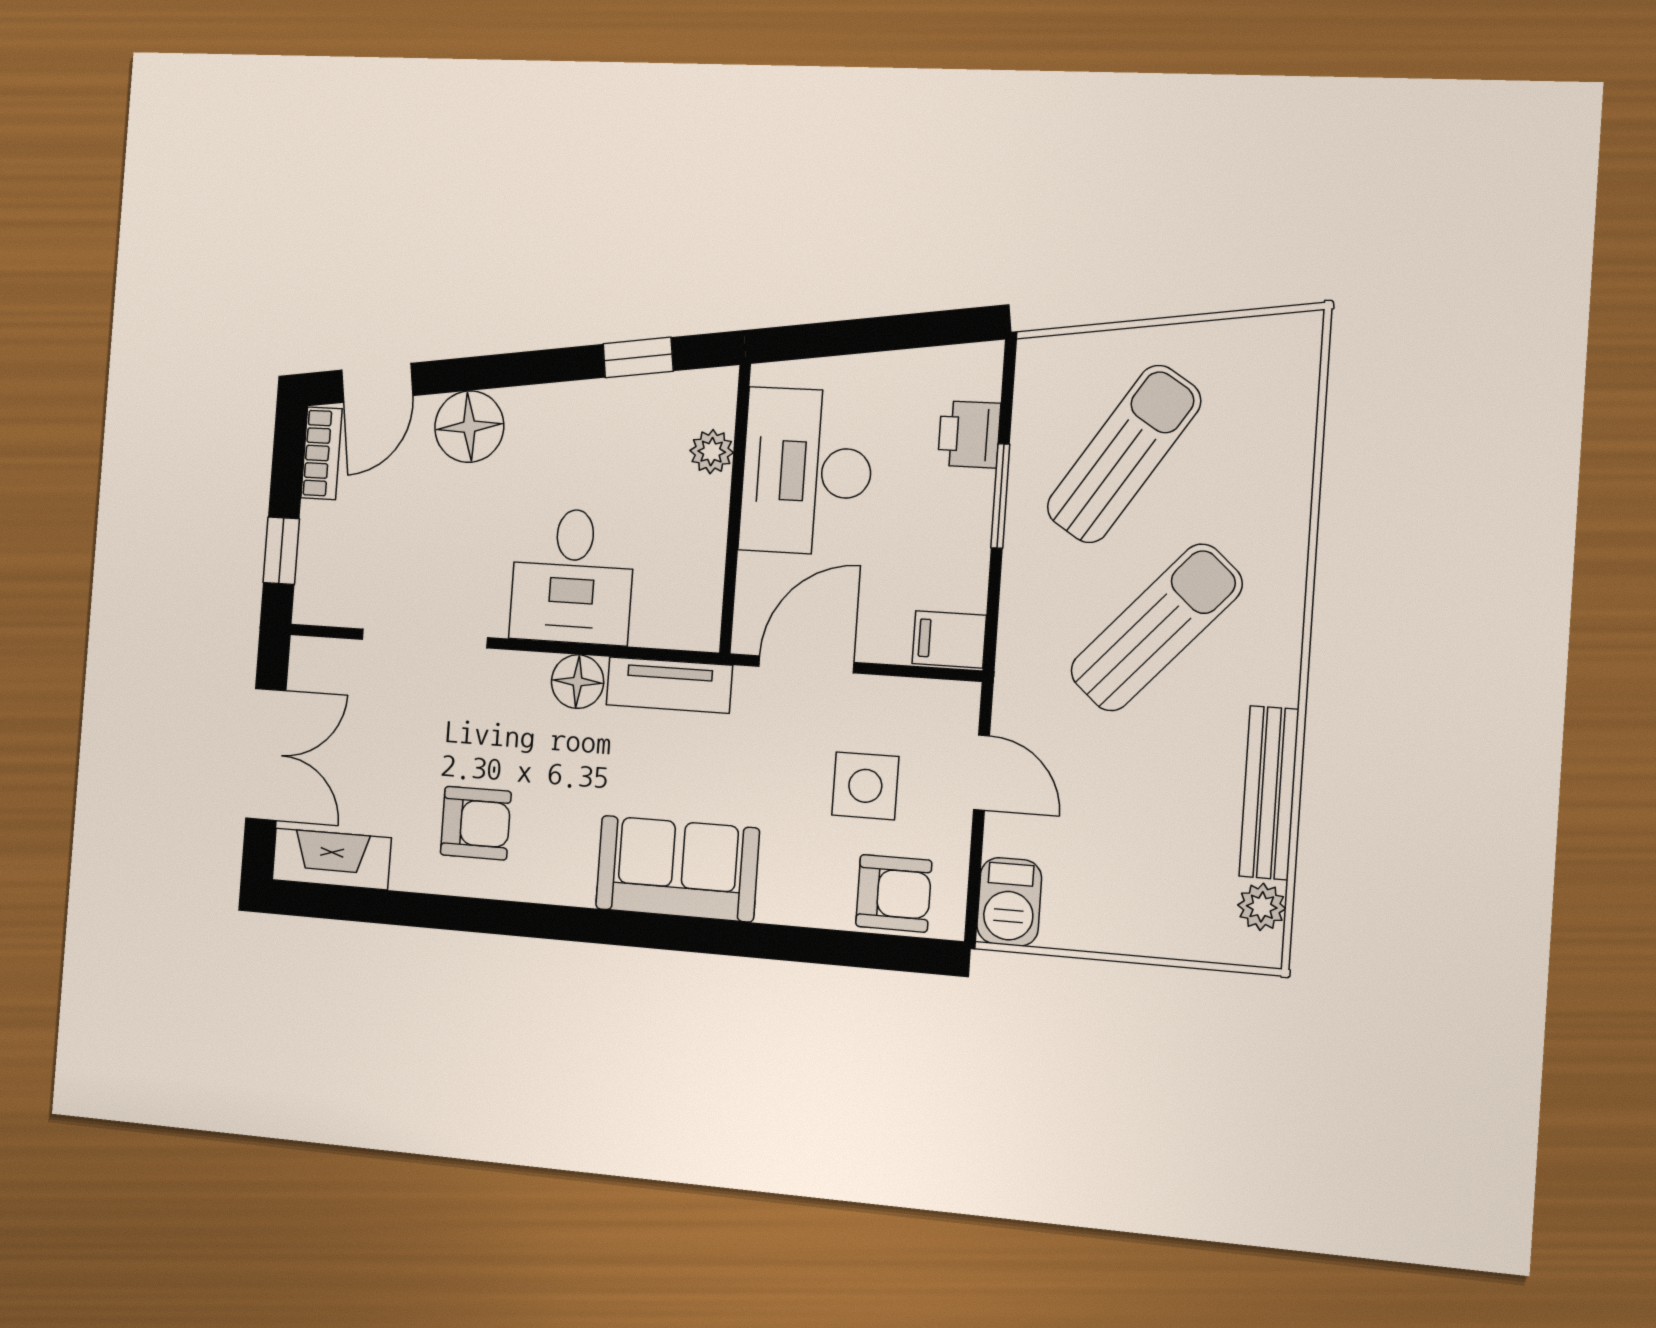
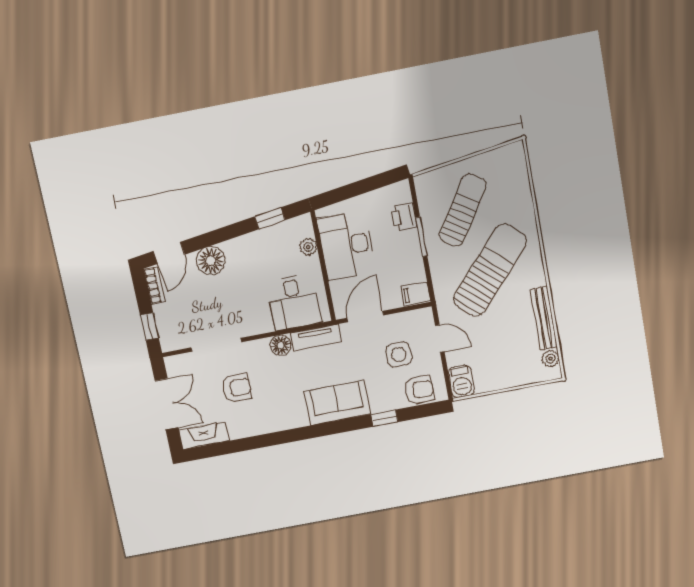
desk: (572, 576) -> (294, 302), moved
sun lounger: (1156, 628) -> (490, 270), width x1.36, depth x1.34
armchair: (476, 823) -> (237, 388), moved
window: (786, 943) -> (384, 418), added

